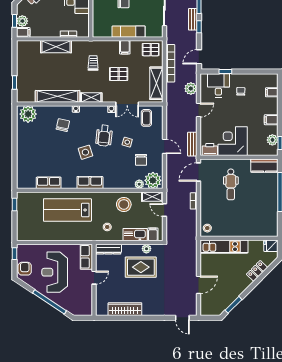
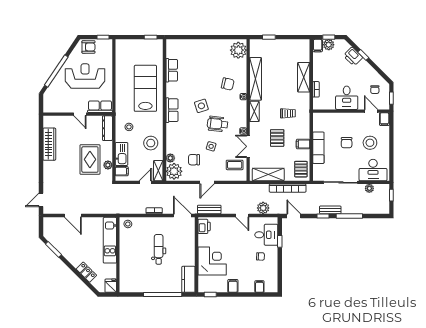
plant: (272, 140) -> (213, 287), removed
corner desk: (233, 141) -> (212, 261), moved
dental chair: (231, 184) -> (159, 249), moved, turned 90

